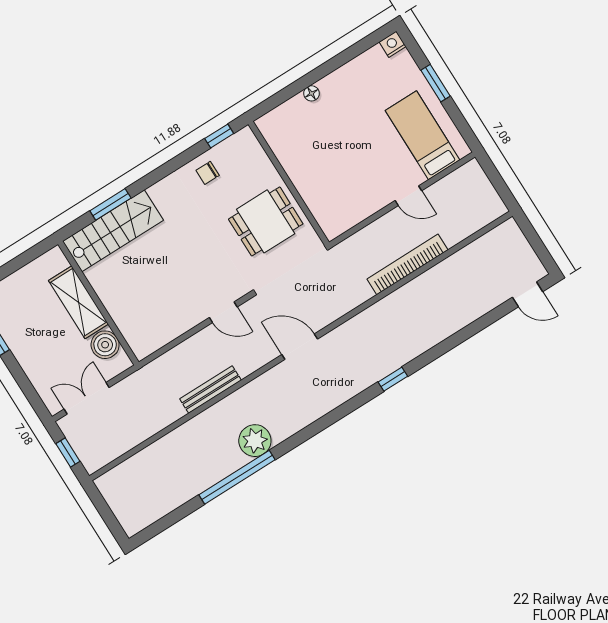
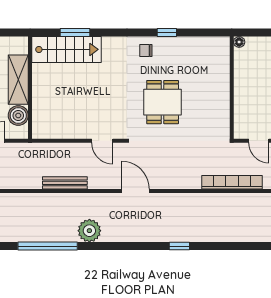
wall: (289, 183) -> (232, 88), moved
dining table: (266, 221) -> (163, 102), turned 90
plant: (255, 441) -> (89, 231), moved

